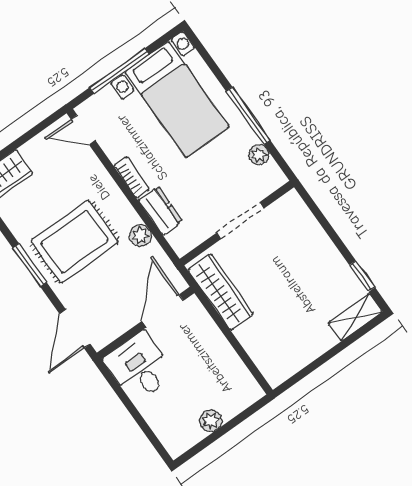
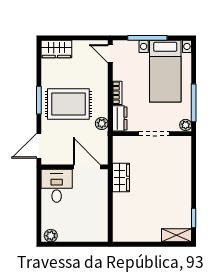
doorway: (240, 221) -> (154, 134), moved
wall: (237, 223) -> (152, 134), moved
wardrobe: (221, 292) -> (121, 178), width x0.67
door: (163, 311) -> (87, 167), hinge flipped
plant: (211, 421) -> (51, 236), moved

